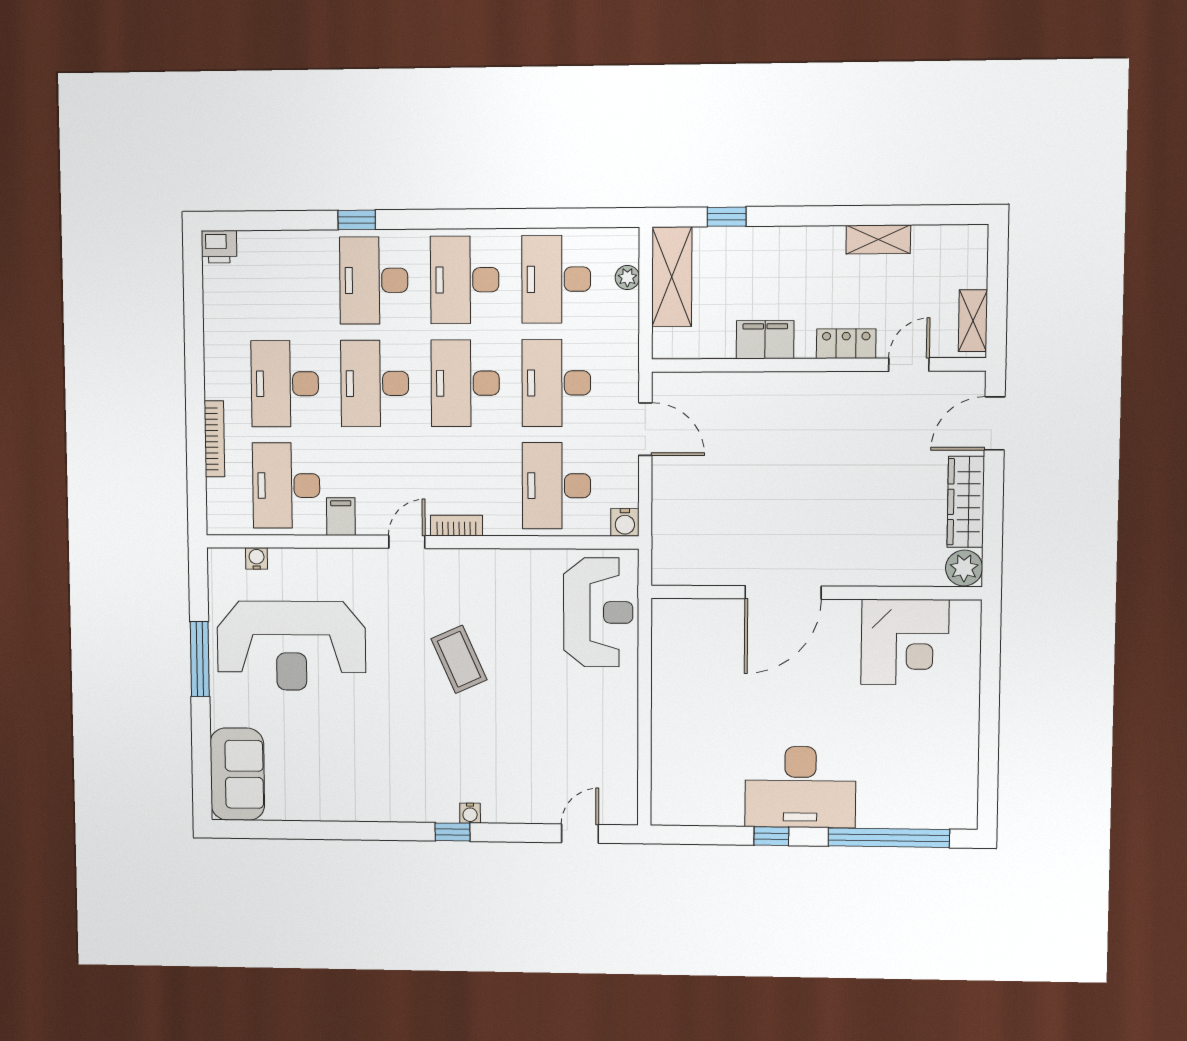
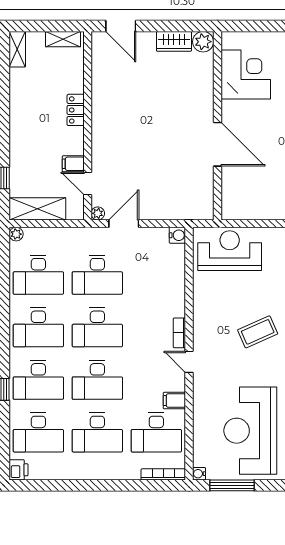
shelving: (878, 239) -> (17, 49), moved
plant: (627, 277) -> (16, 234), moved
filing cabinet: (765, 340) -> (73, 164), width x0.50
door: (909, 365) -> (88, 184), moved
plant: (663, 383) -> (98, 213), added
bookcase: (214, 439) -> (163, 474), moved
desk: (556, 486) -> (38, 432), moved
wardrobe: (966, 502) -> (174, 41), width x0.67
water cooler: (257, 558) -> (199, 474), moved
reception desk: (291, 646) -> (250, 431), turned 180
window: (200, 659) -> (232, 485), moved

